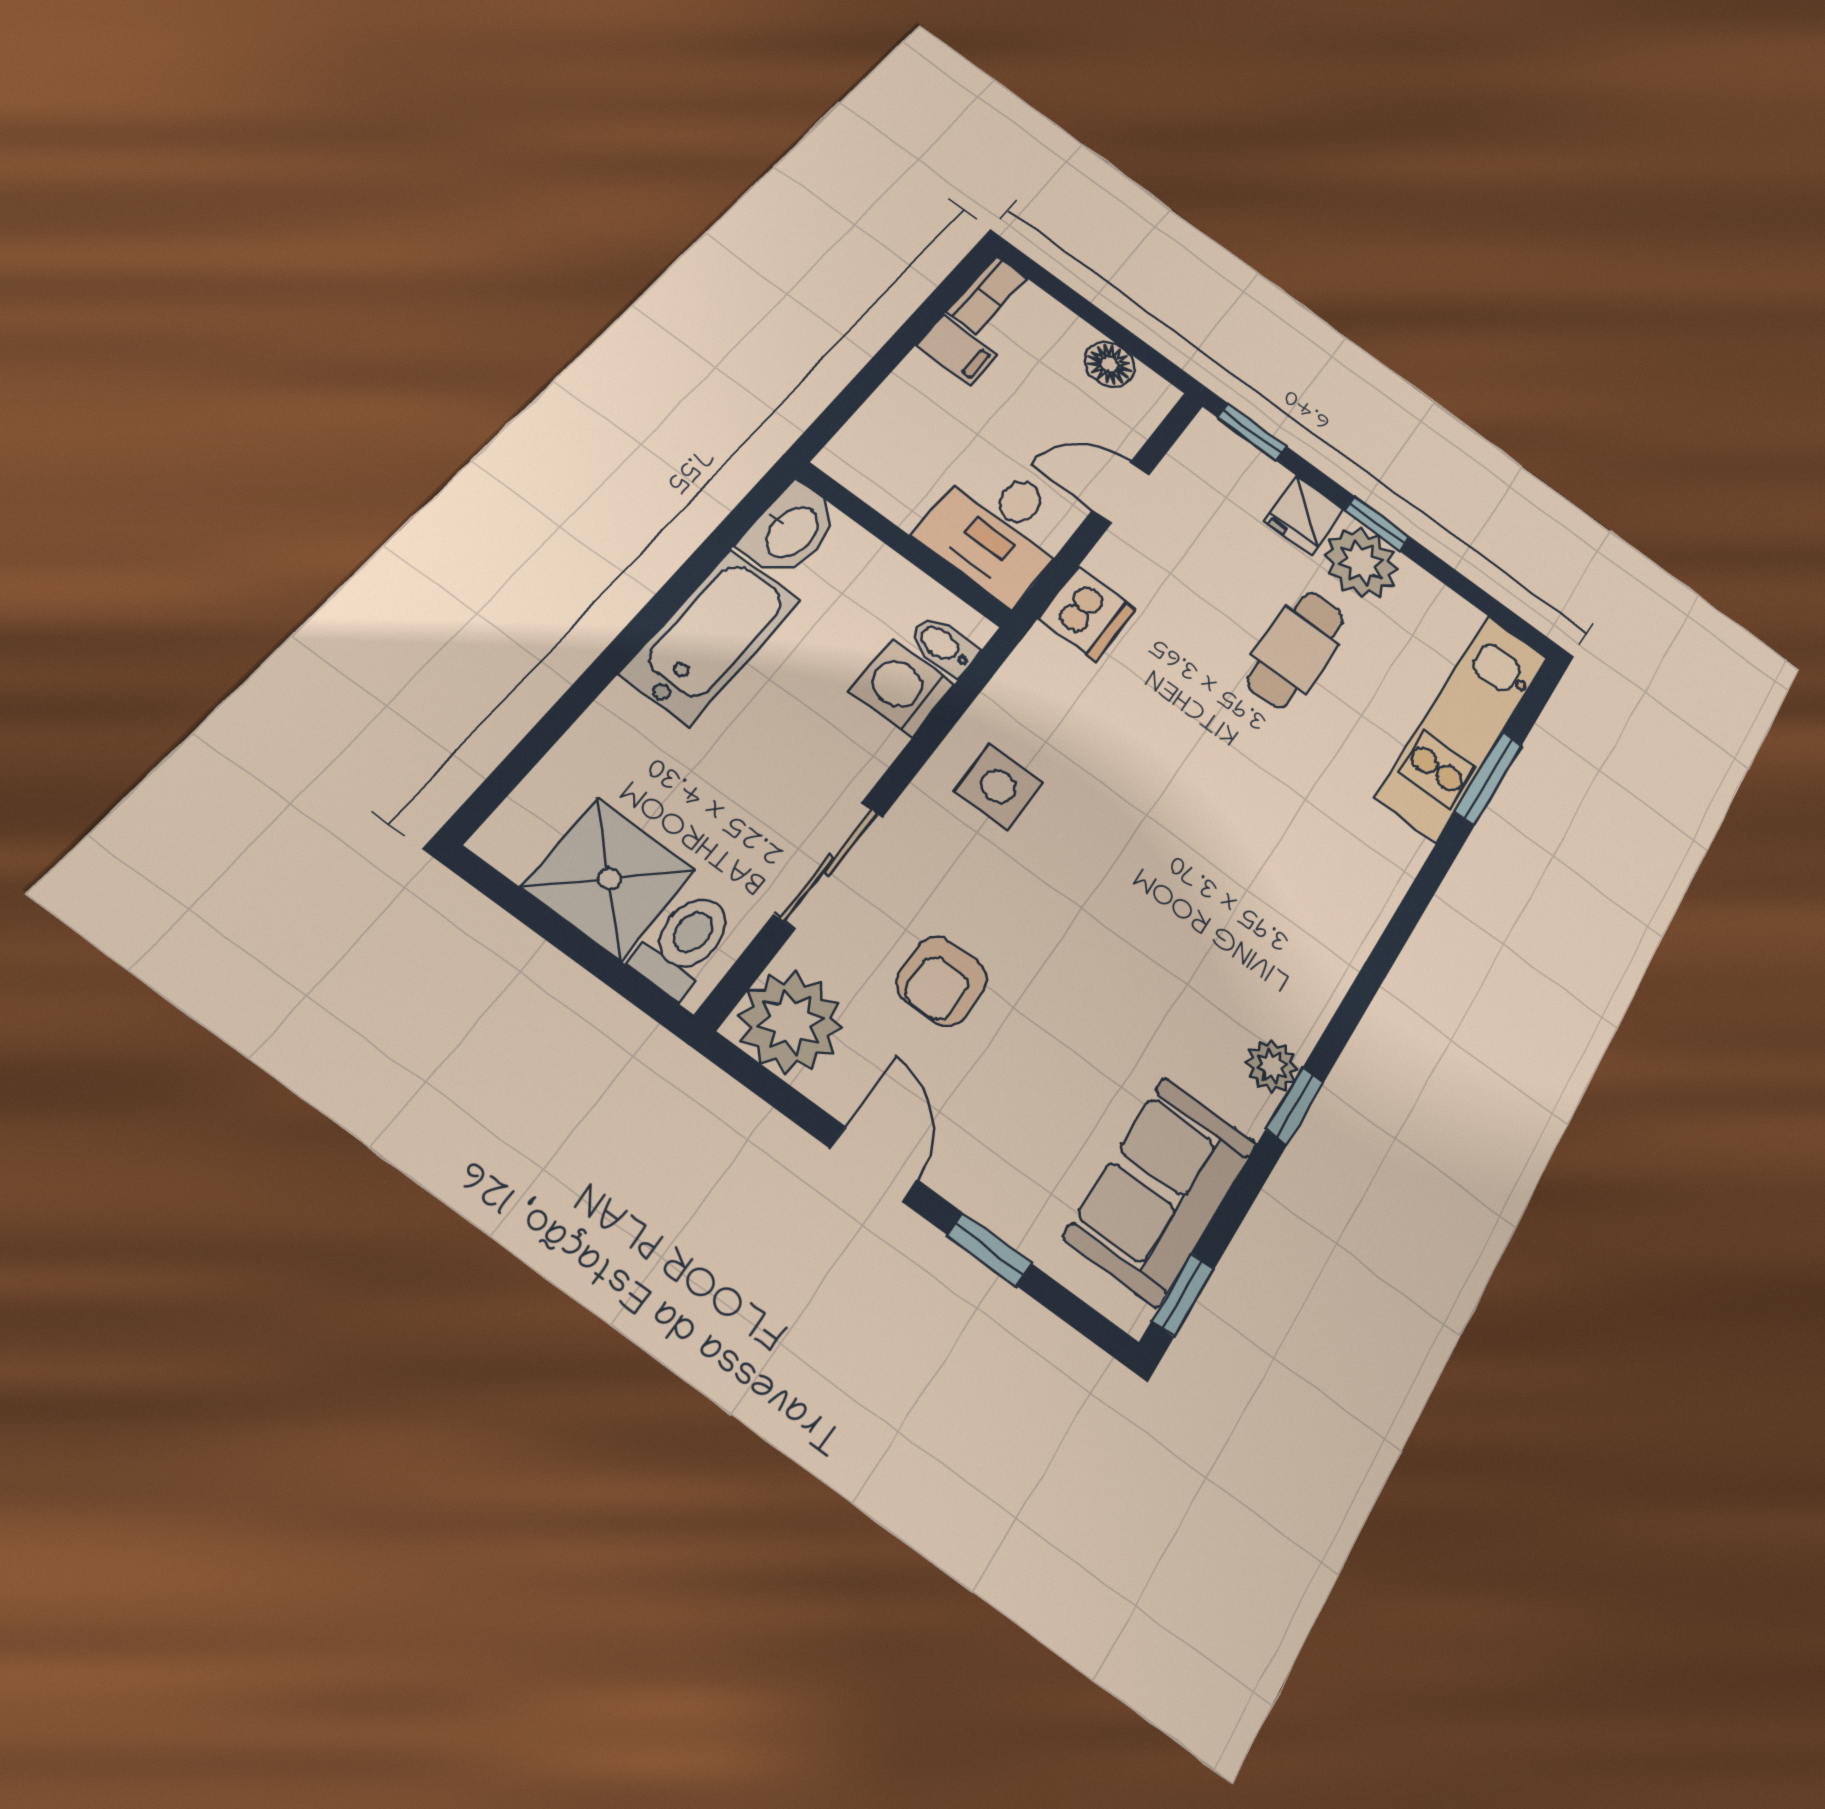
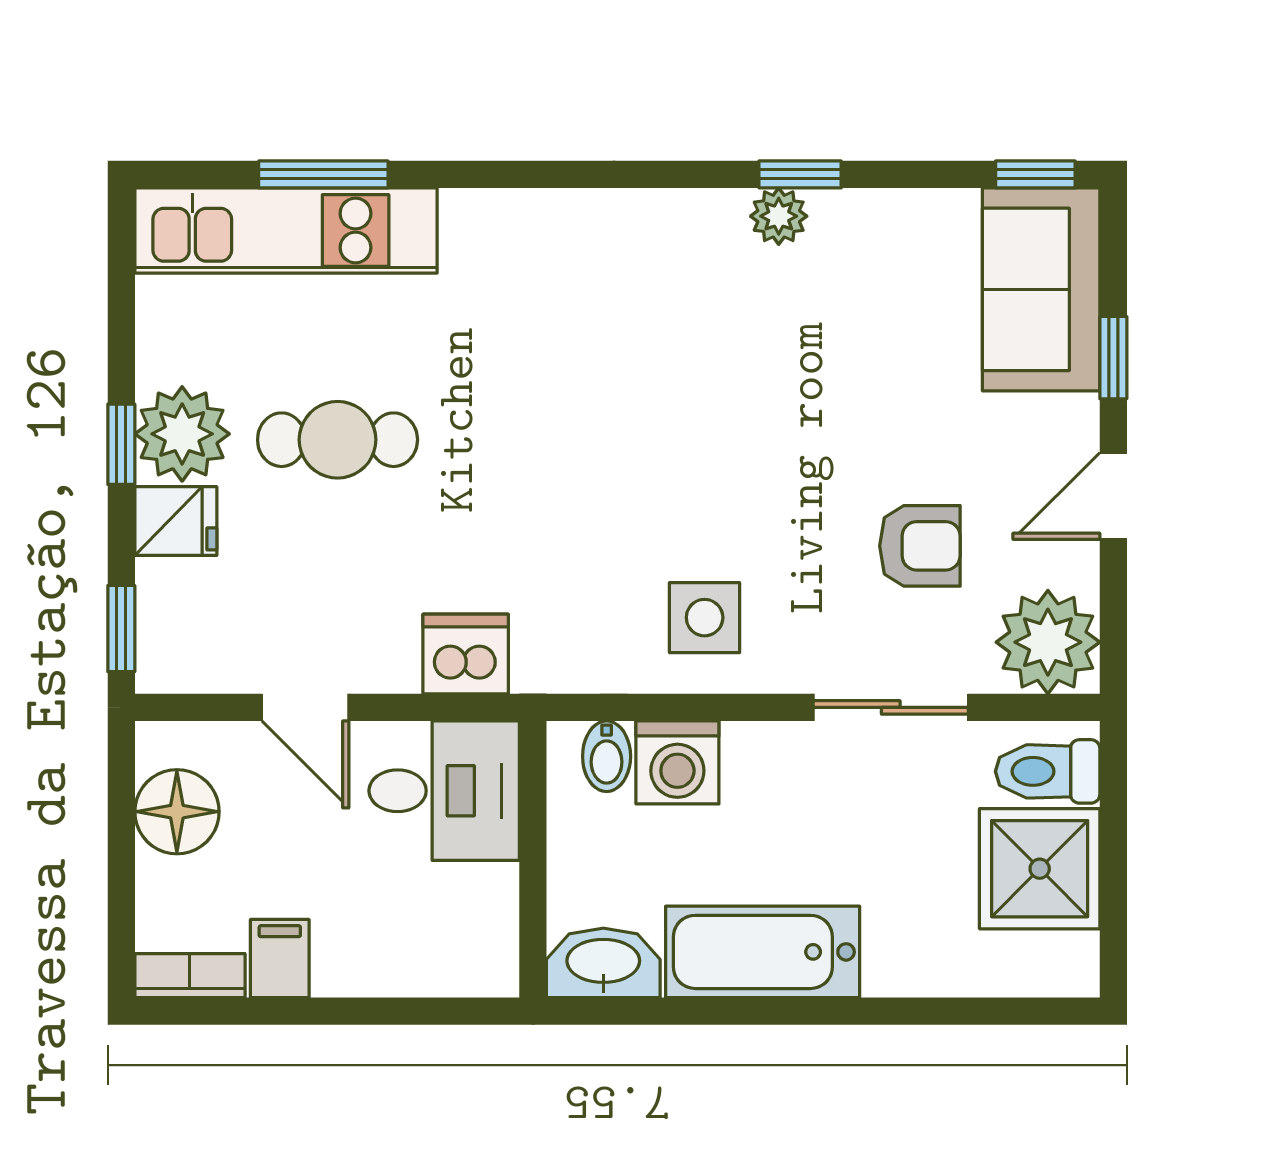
floor lamp: (1109, 364) -> (177, 812), width x1.38, depth x1.38
sofa: (1161, 1190) -> (1041, 289), moved, turned 90

